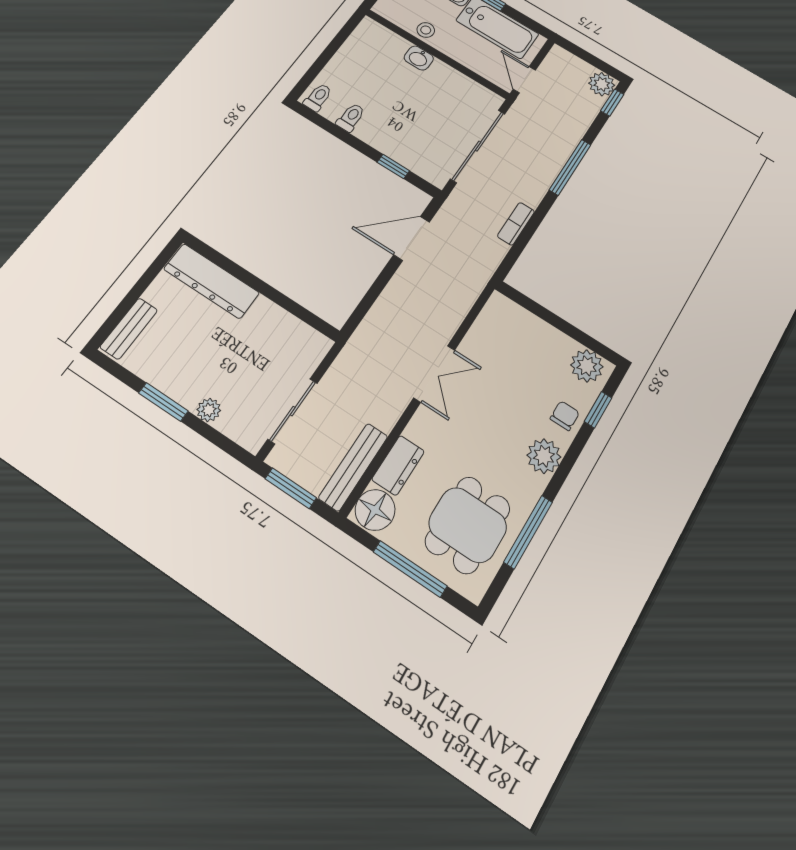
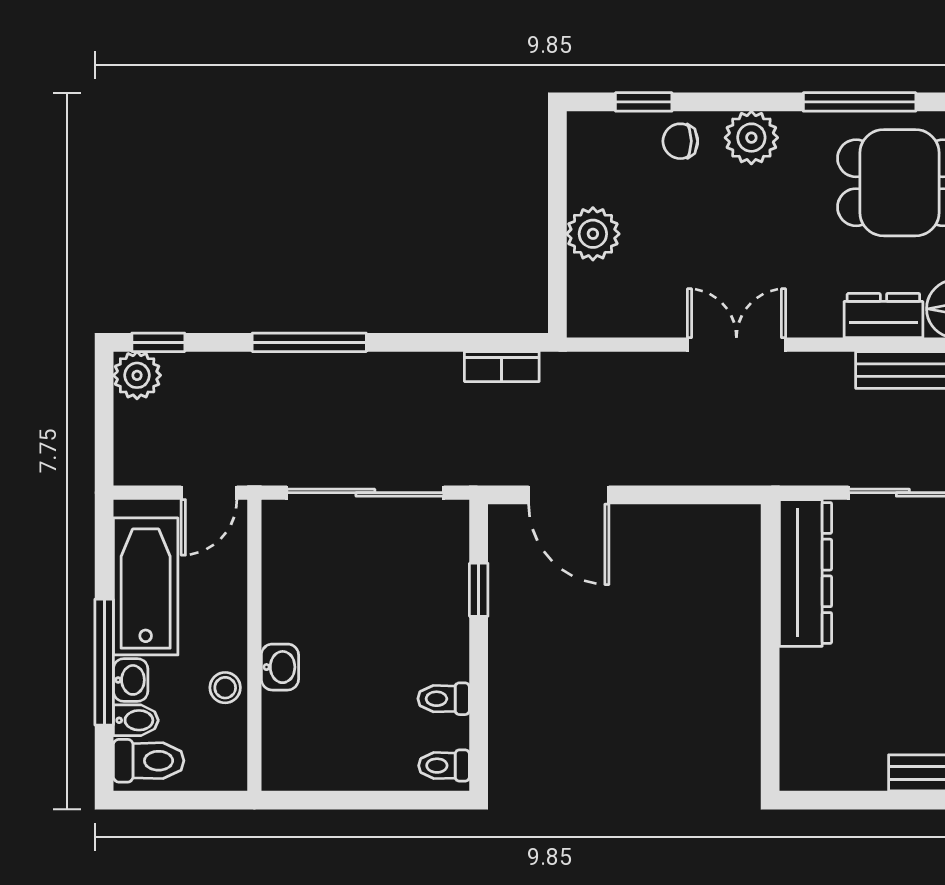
bookcase: (516, 224) -> (502, 367), moved
dresser: (211, 281) -> (805, 573), moved
plant: (587, 366) -> (593, 234), moved

